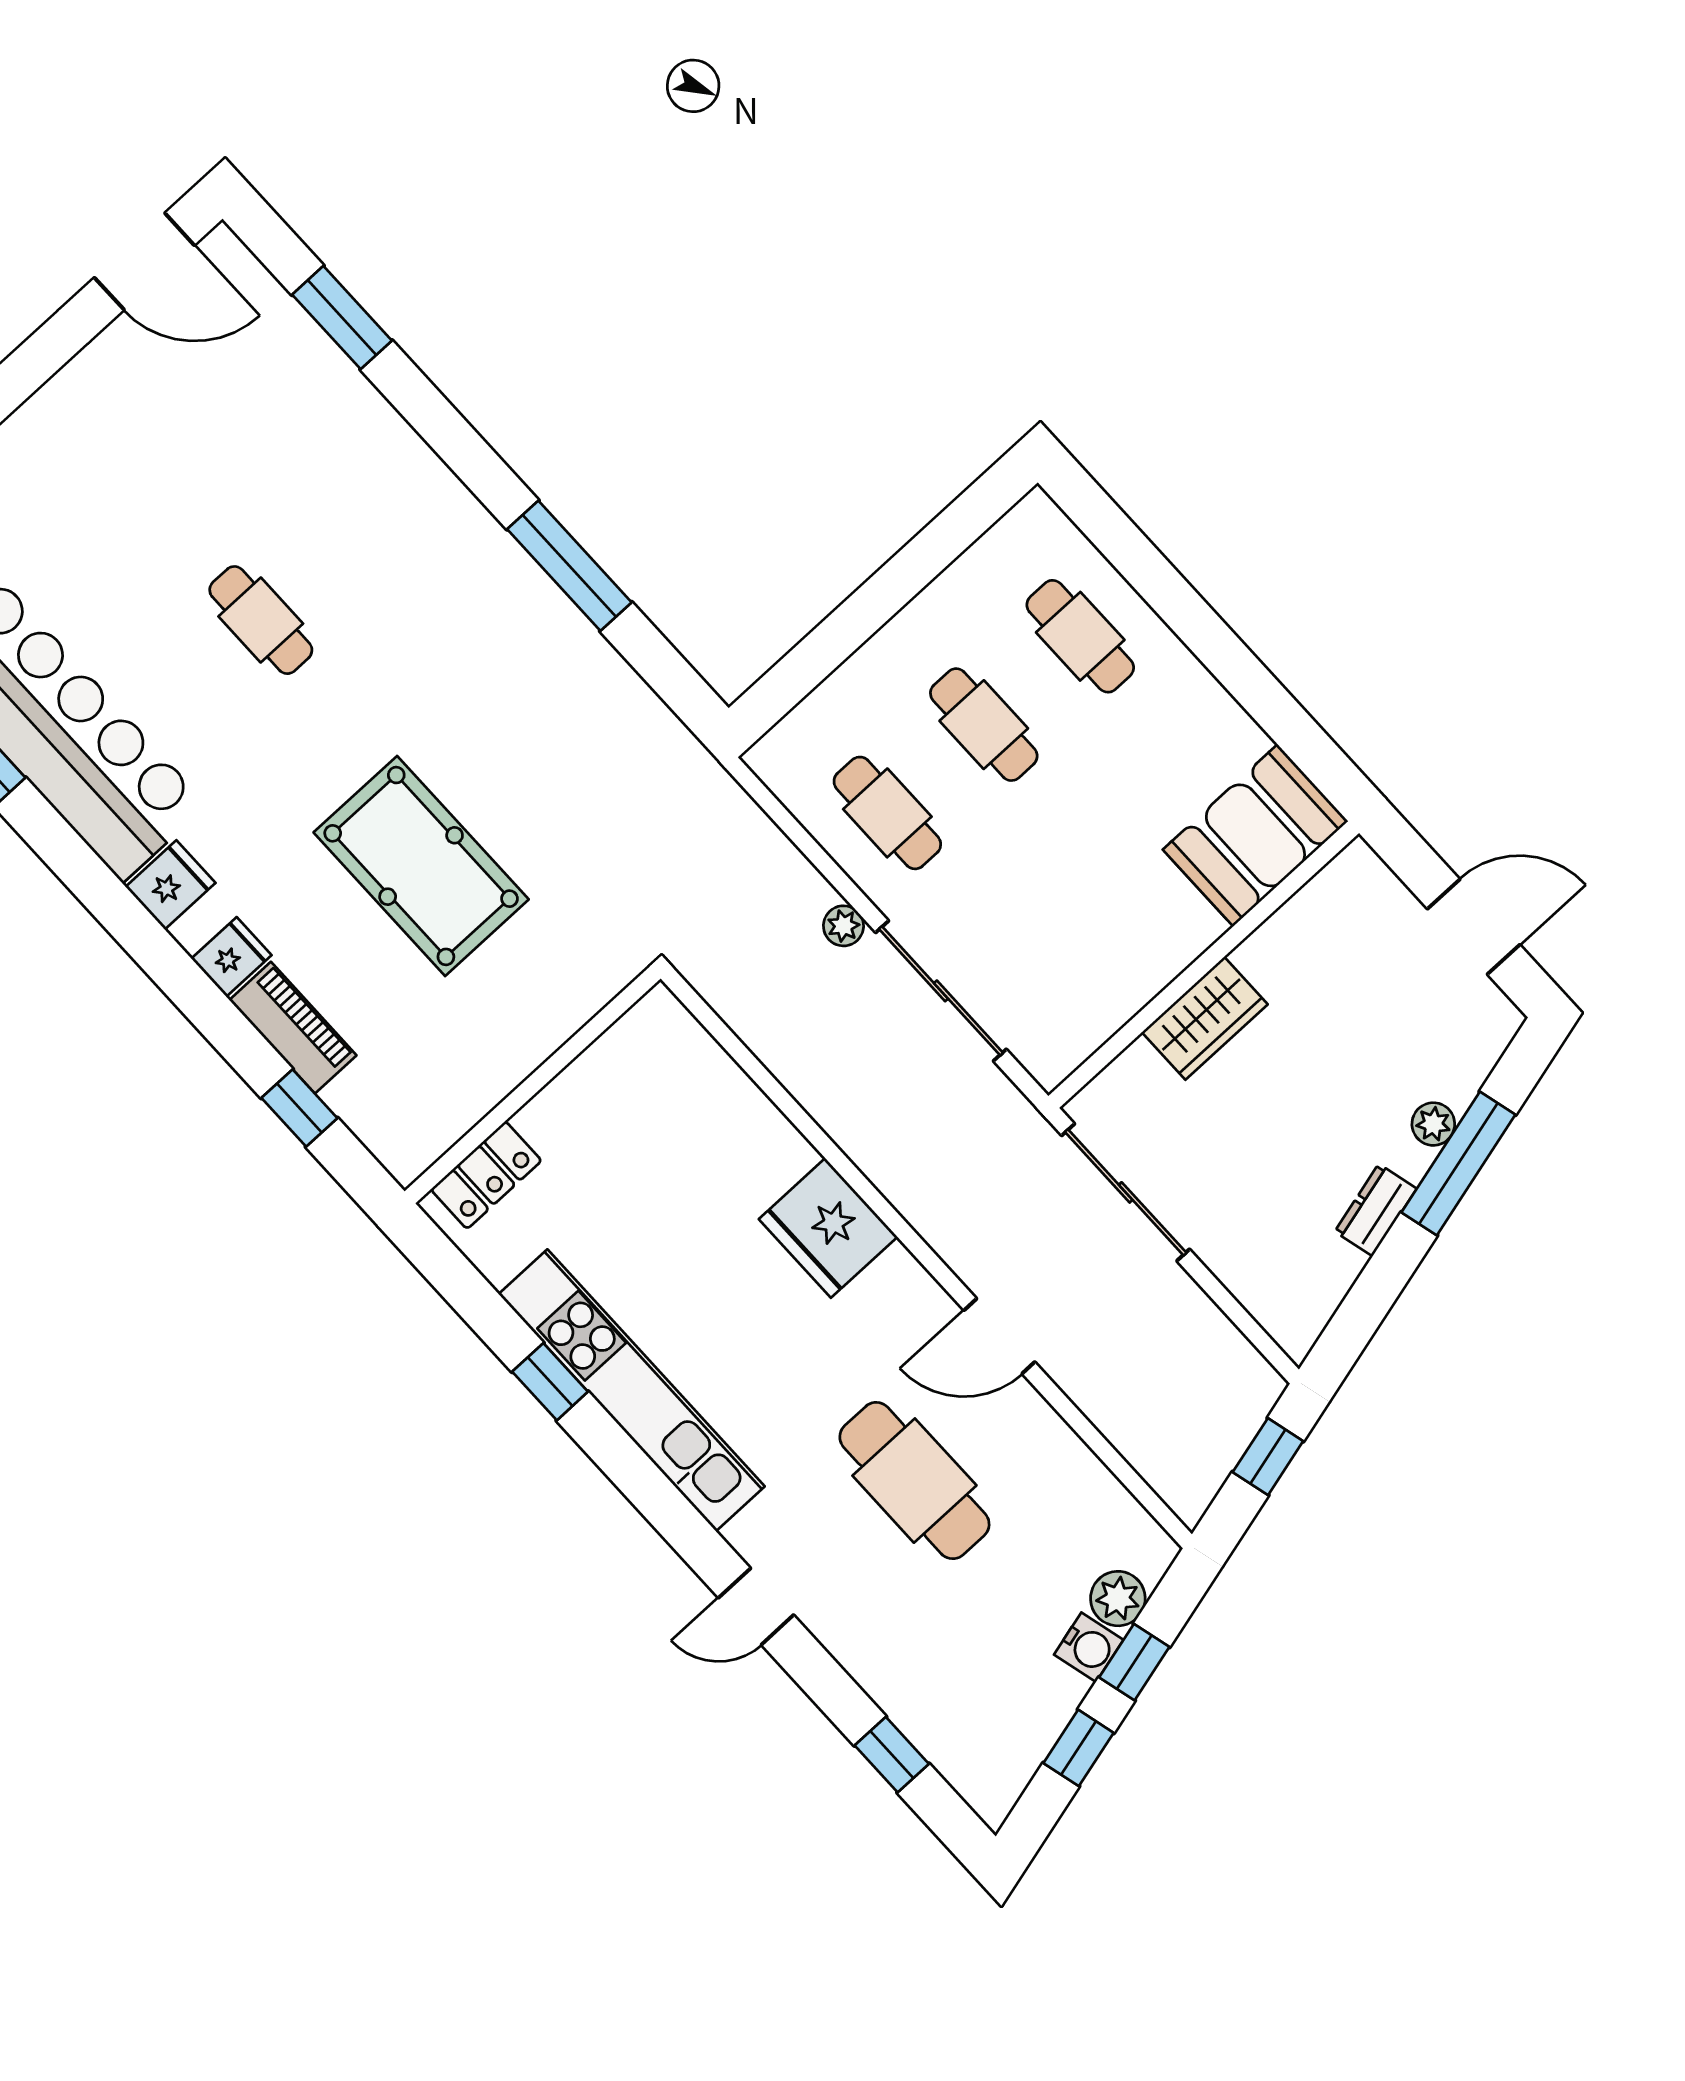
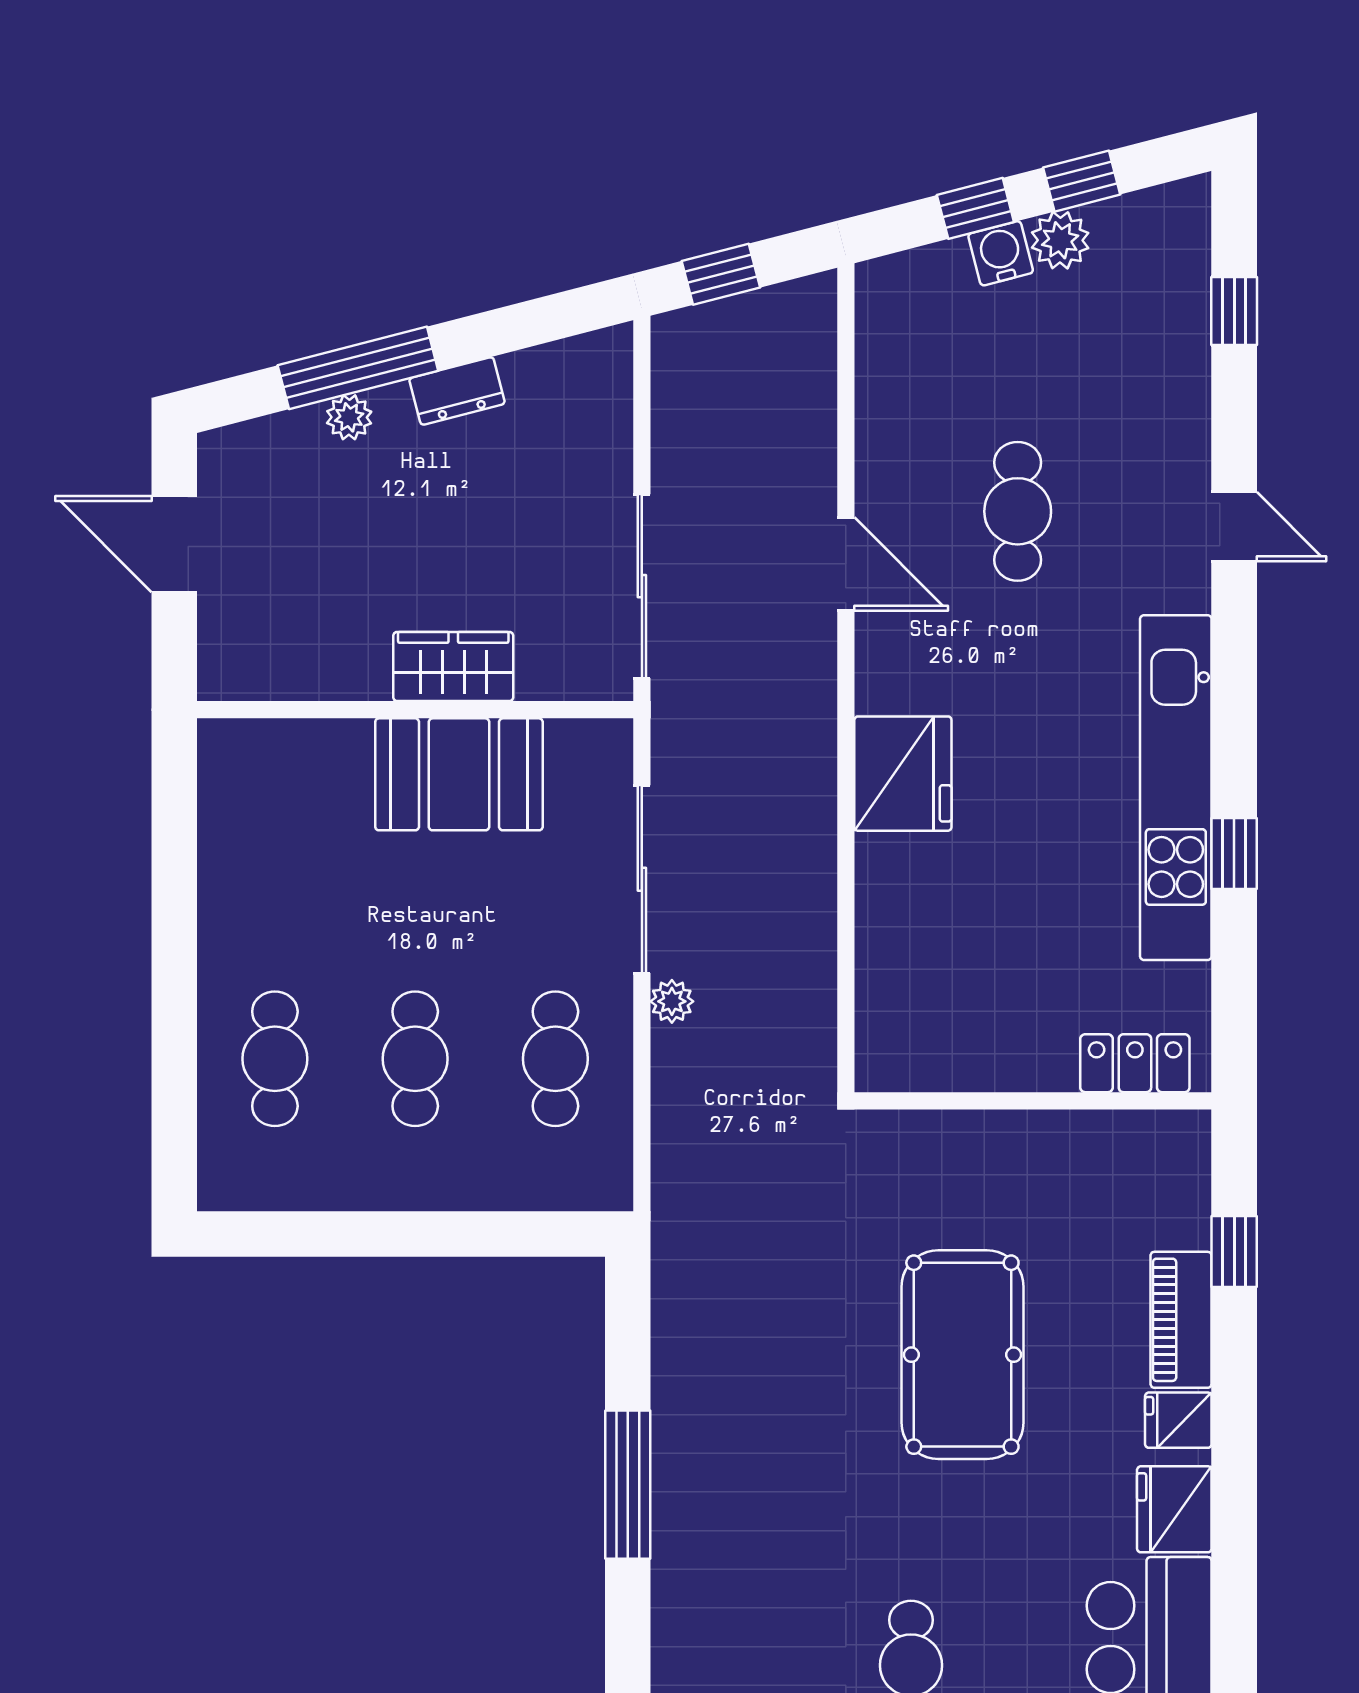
booth: (1255, 835) -> (459, 774), moved
fridge: (170, 885) -> (1174, 1509), width x1.38
cafe table: (914, 1481) -> (1018, 511), width x0.73, depth x0.74
plant: (1118, 1599) -> (1060, 240), moved

